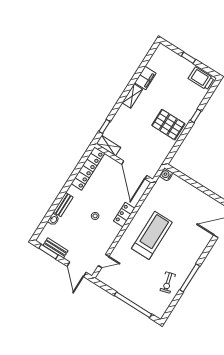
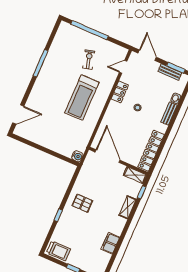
shelving: (132, 96) -> (128, 207), moved
pallet: (168, 125) -> (82, 203), width x0.67, depth x0.71
locker: (124, 215) -> (120, 92), moved
exercise bike: (168, 283) -> (89, 59), moved

